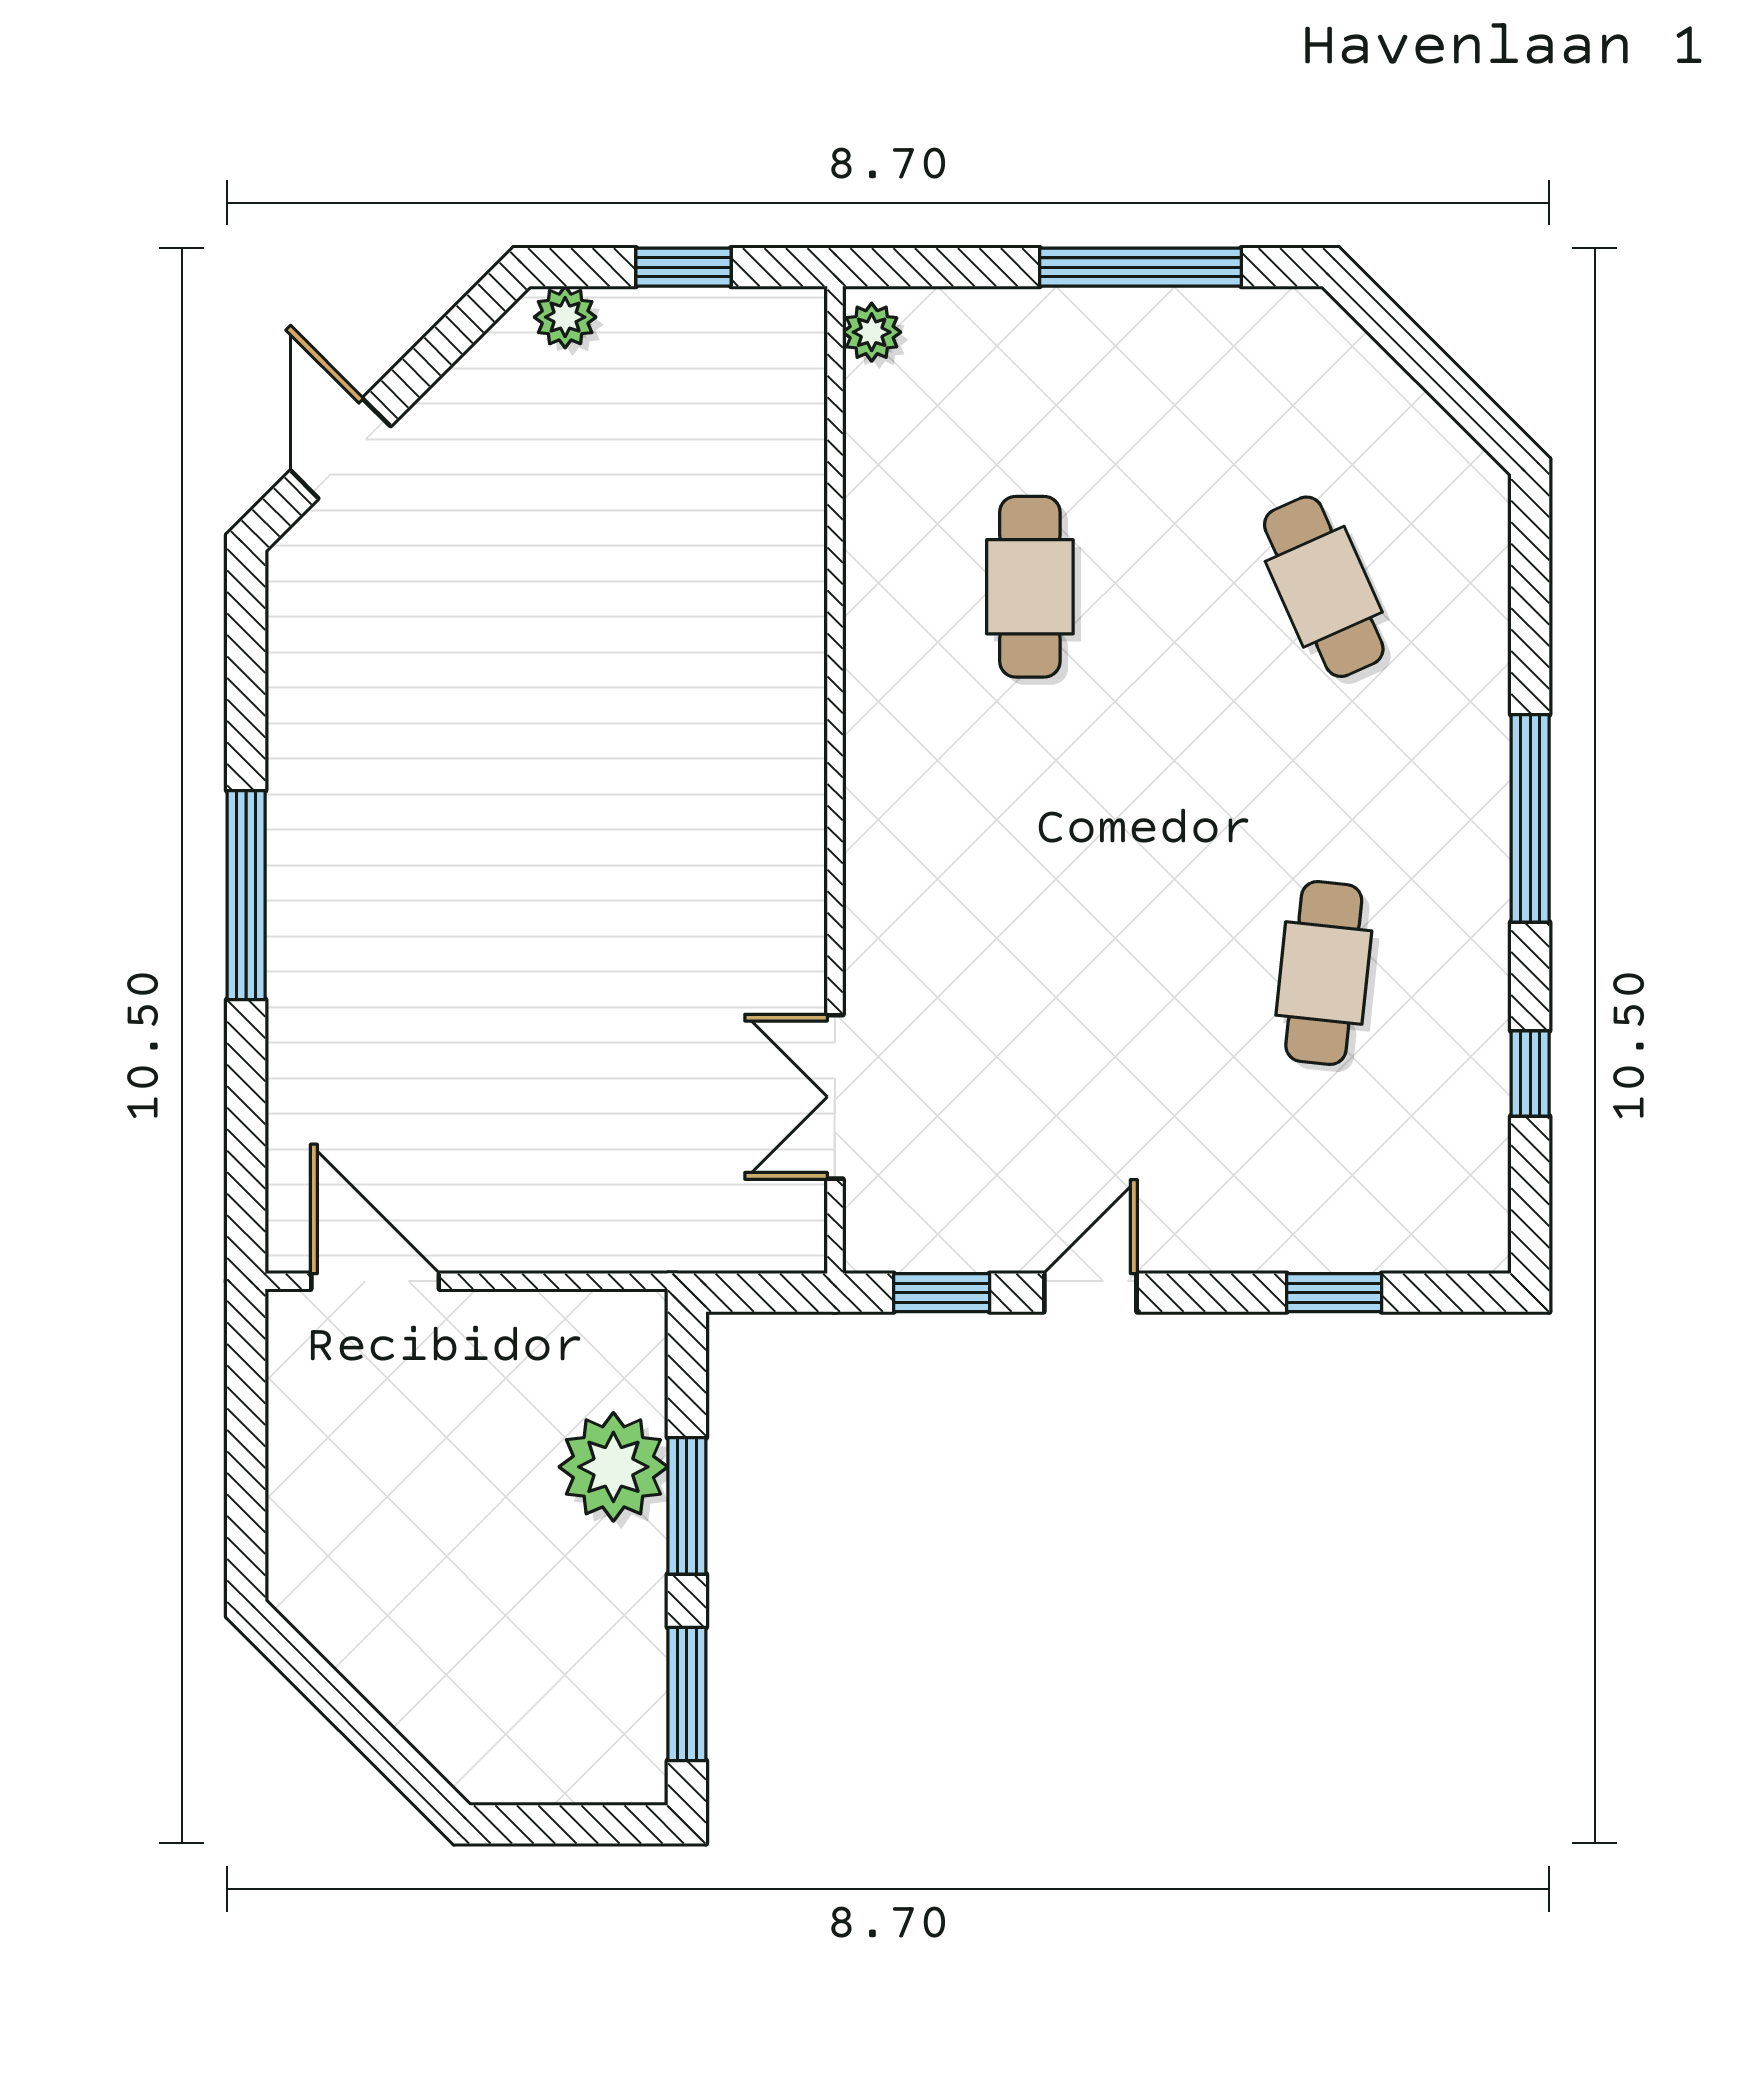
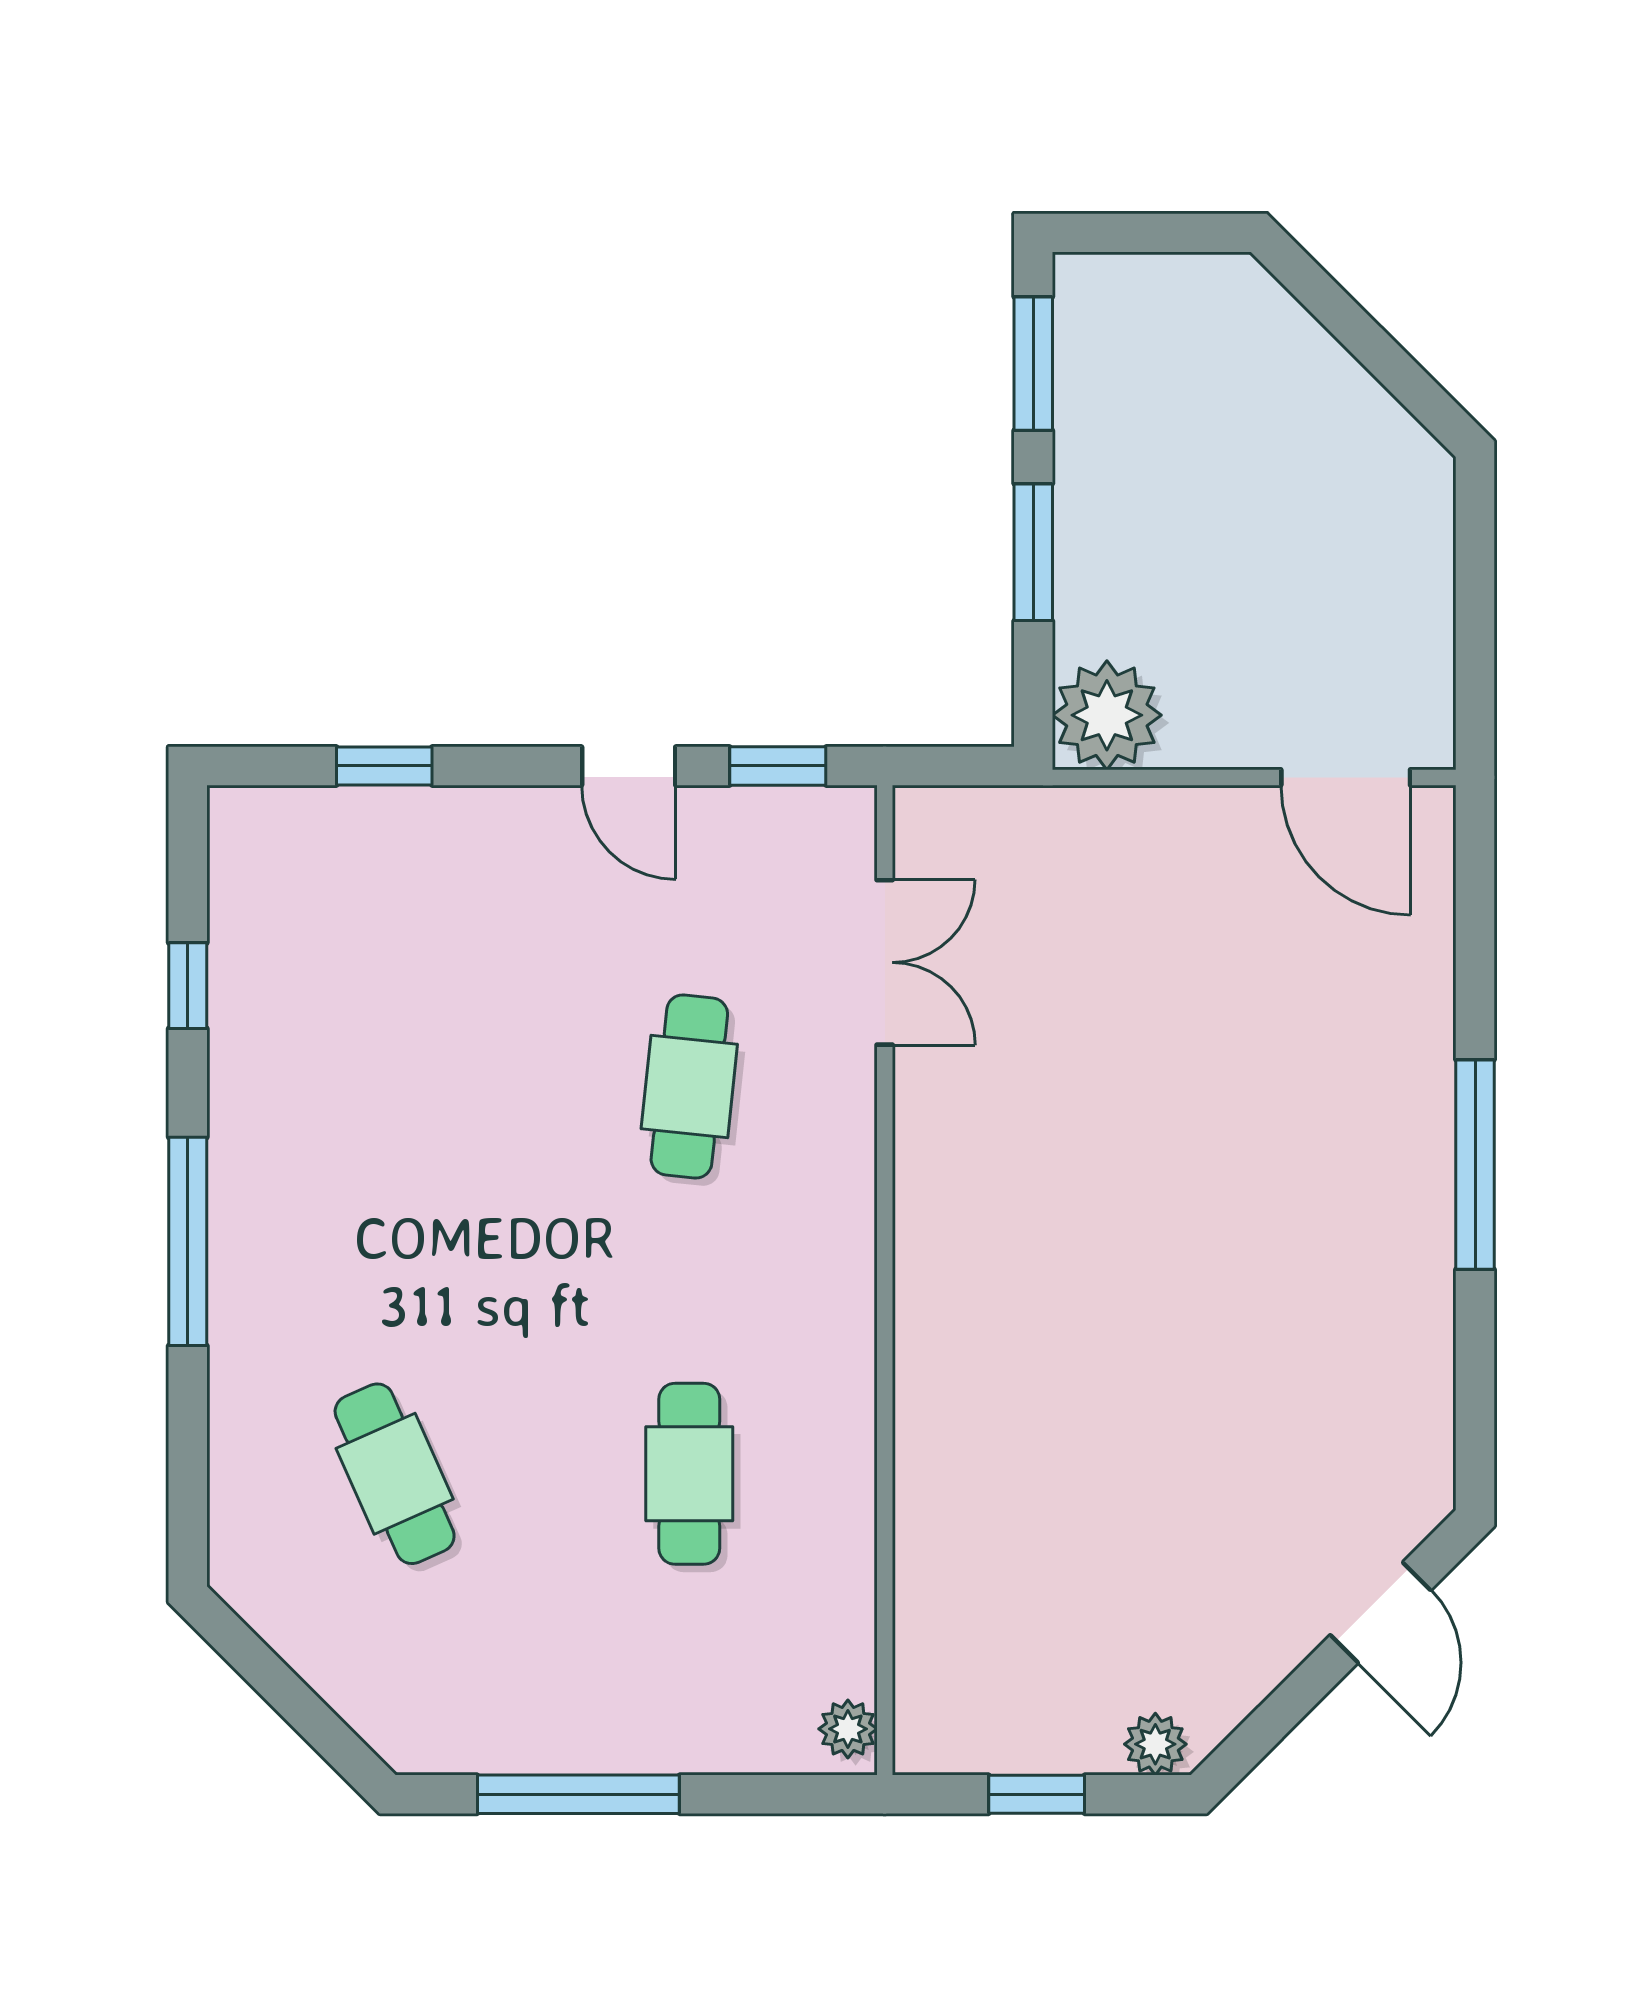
cafe table: (1324, 973) -> (689, 1087), moved
door: (1090, 1293) -> (629, 766), hinge flipped
plant: (613, 1467) -> (1107, 715), moved

